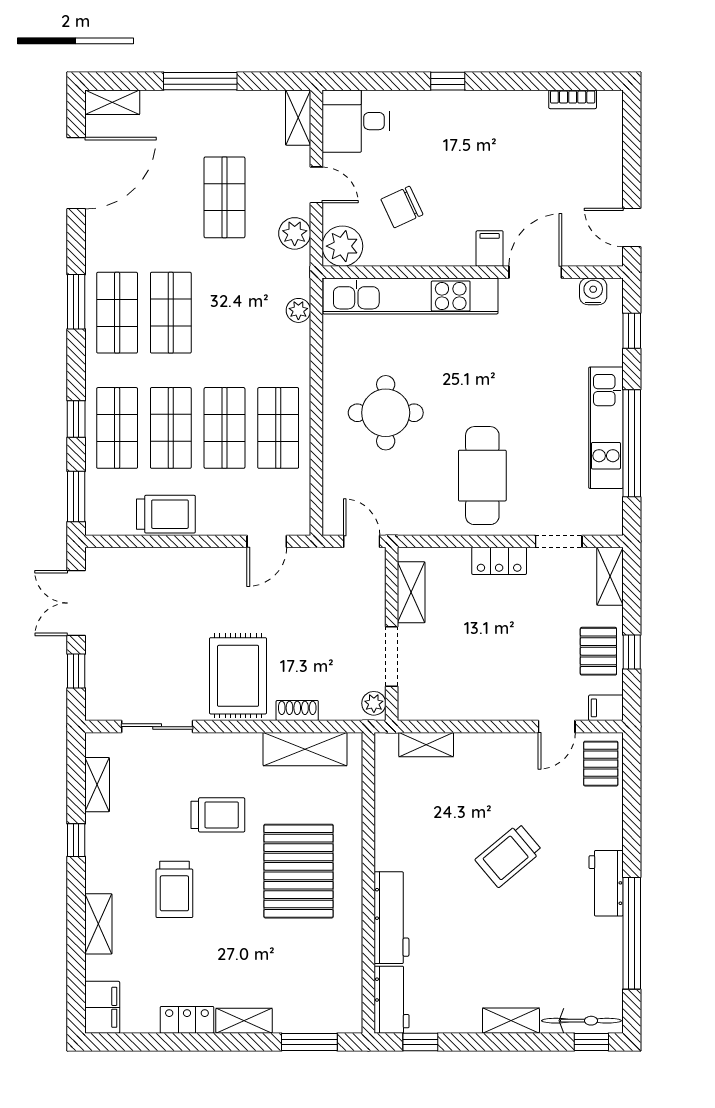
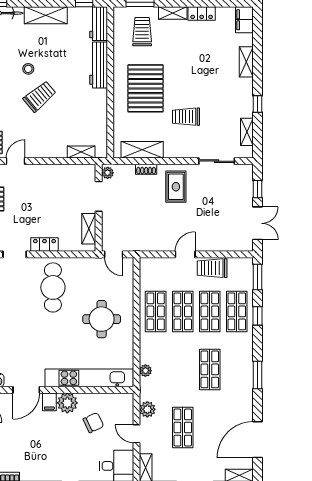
plant: (342, 246) -> (67, 403), moved
shop shelf: (117, 313) -> (237, 369), removed
door: (267, 541) -> (185, 254), moved
rug: (238, 676) -> (176, 187), width x0.73, depth x0.70
trolley: (174, 889) -> (142, 32), moved
stool: (531, 910) -> (28, 69), added
shelving: (511, 1021) -> (46, 15), width x1.50, depth x1.33

